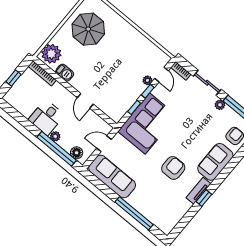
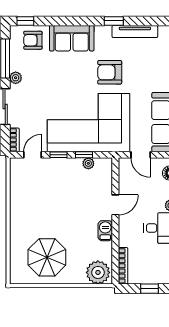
barbecue: (65, 73) -> (105, 231), moved
plant: (147, 80) -> (88, 163), moved
corner sofa: (147, 123) -> (89, 123), width x1.36, depth x1.36
tv unit: (199, 191) -> (135, 32), moved, width x1.41

